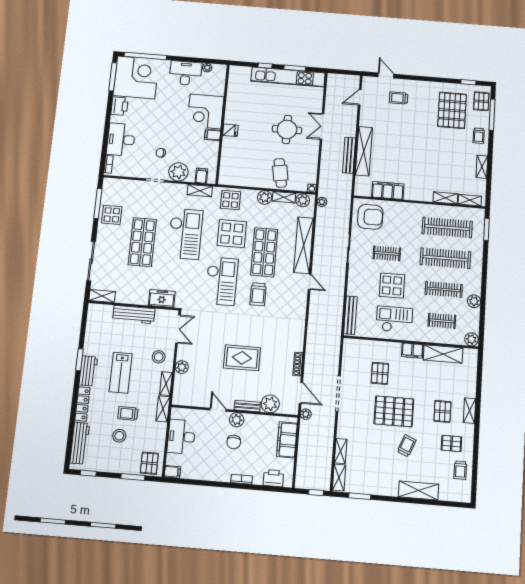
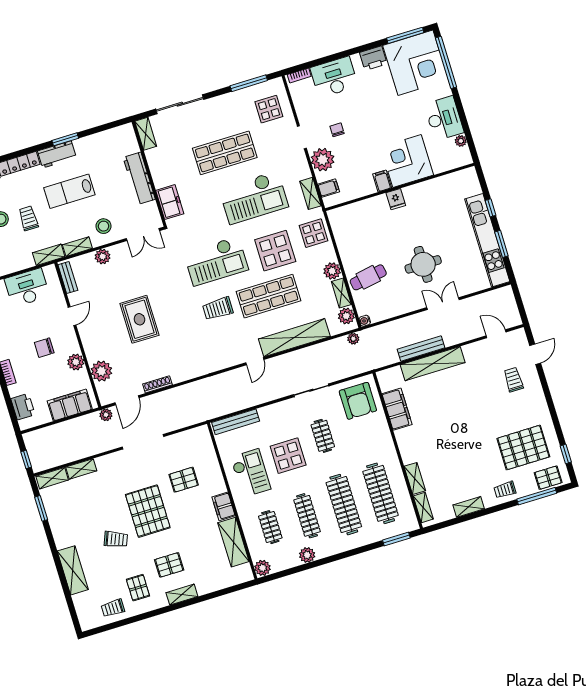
display table: (112, 215) -> (269, 109), moved
bench: (247, 406) -> (68, 278), moved
plant: (237, 420) -> (76, 362), moved

